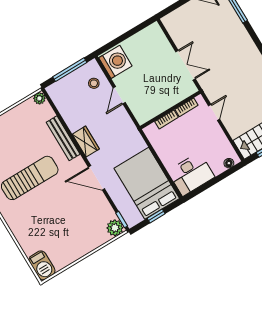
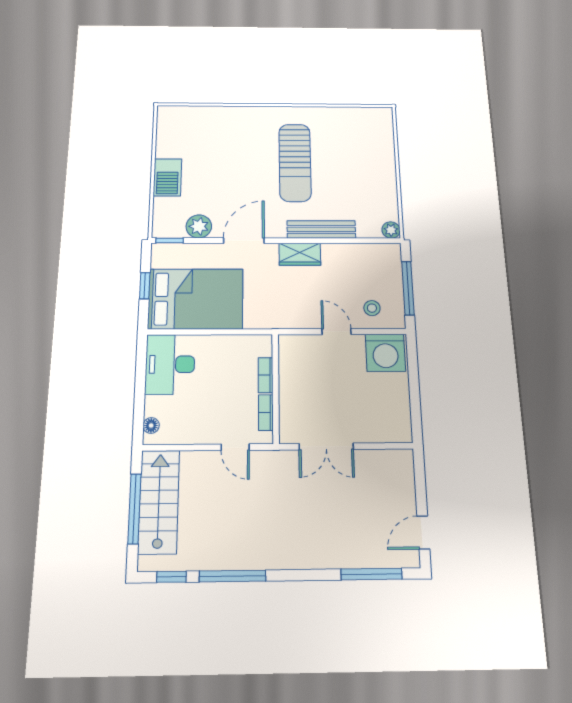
plant: (115, 228) -> (199, 226), moved
barbecue: (42, 265) -> (167, 177), moved, turned -90

